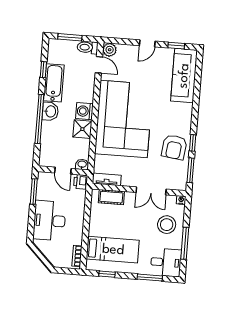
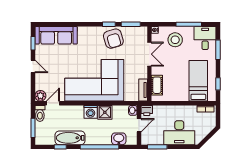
washbasin: (50, 111) -> (119, 139), moved
armchair: (174, 147) -> (113, 39), turned 66

